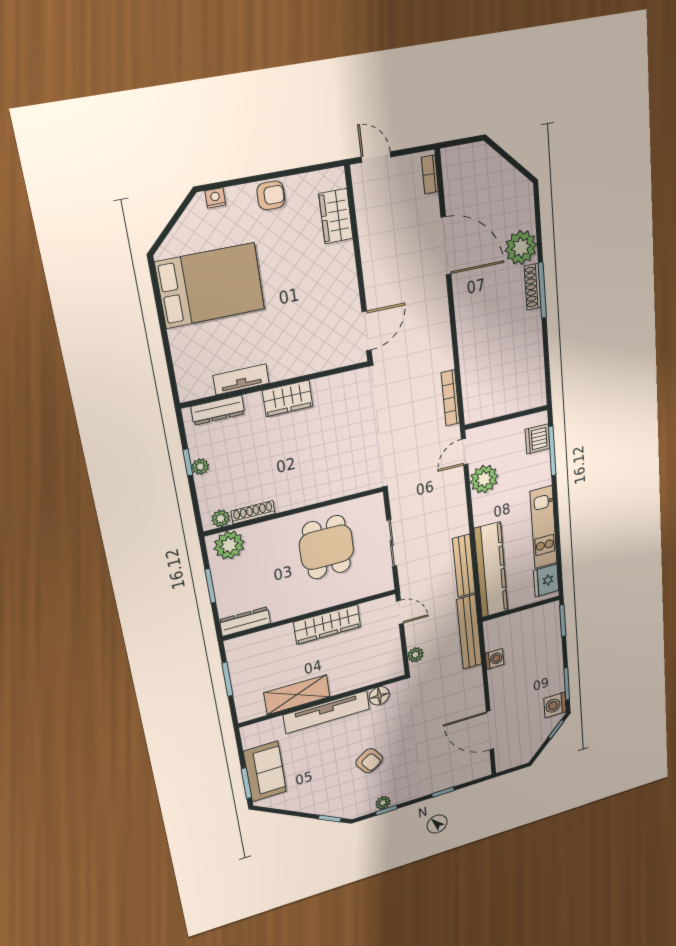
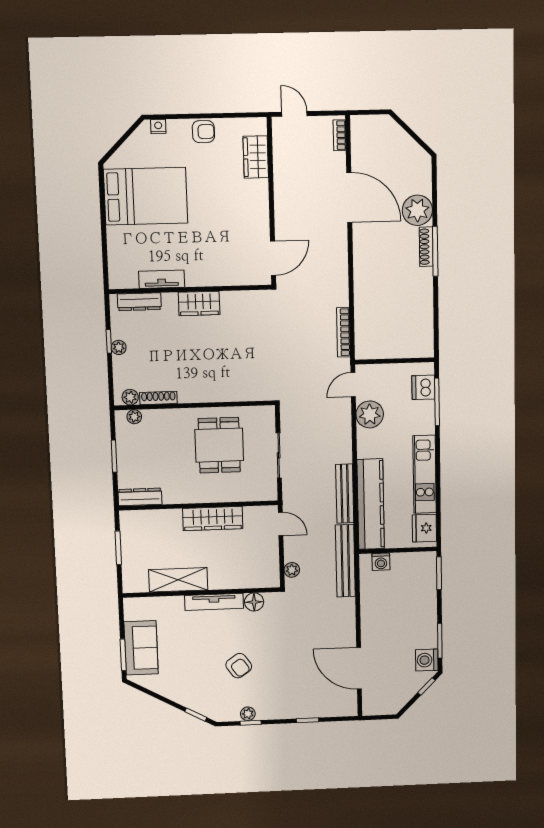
plant: (229, 545) -> (134, 417), width x0.53, depth x0.53
washing machine: (495, 659) -> (381, 562), moved, turned 90
tv unit: (327, 712) -> (214, 602), width x0.73, depth x0.78

